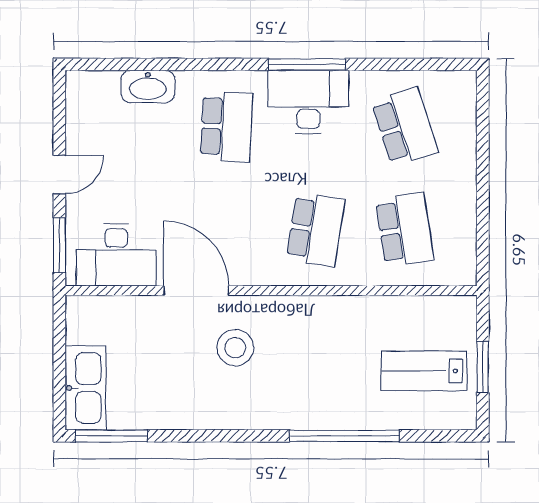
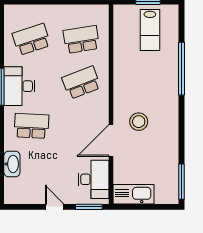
school desk: (316, 230) -> (81, 83), turned -30
kitchen sink: (85, 388) -> (133, 194), moved

